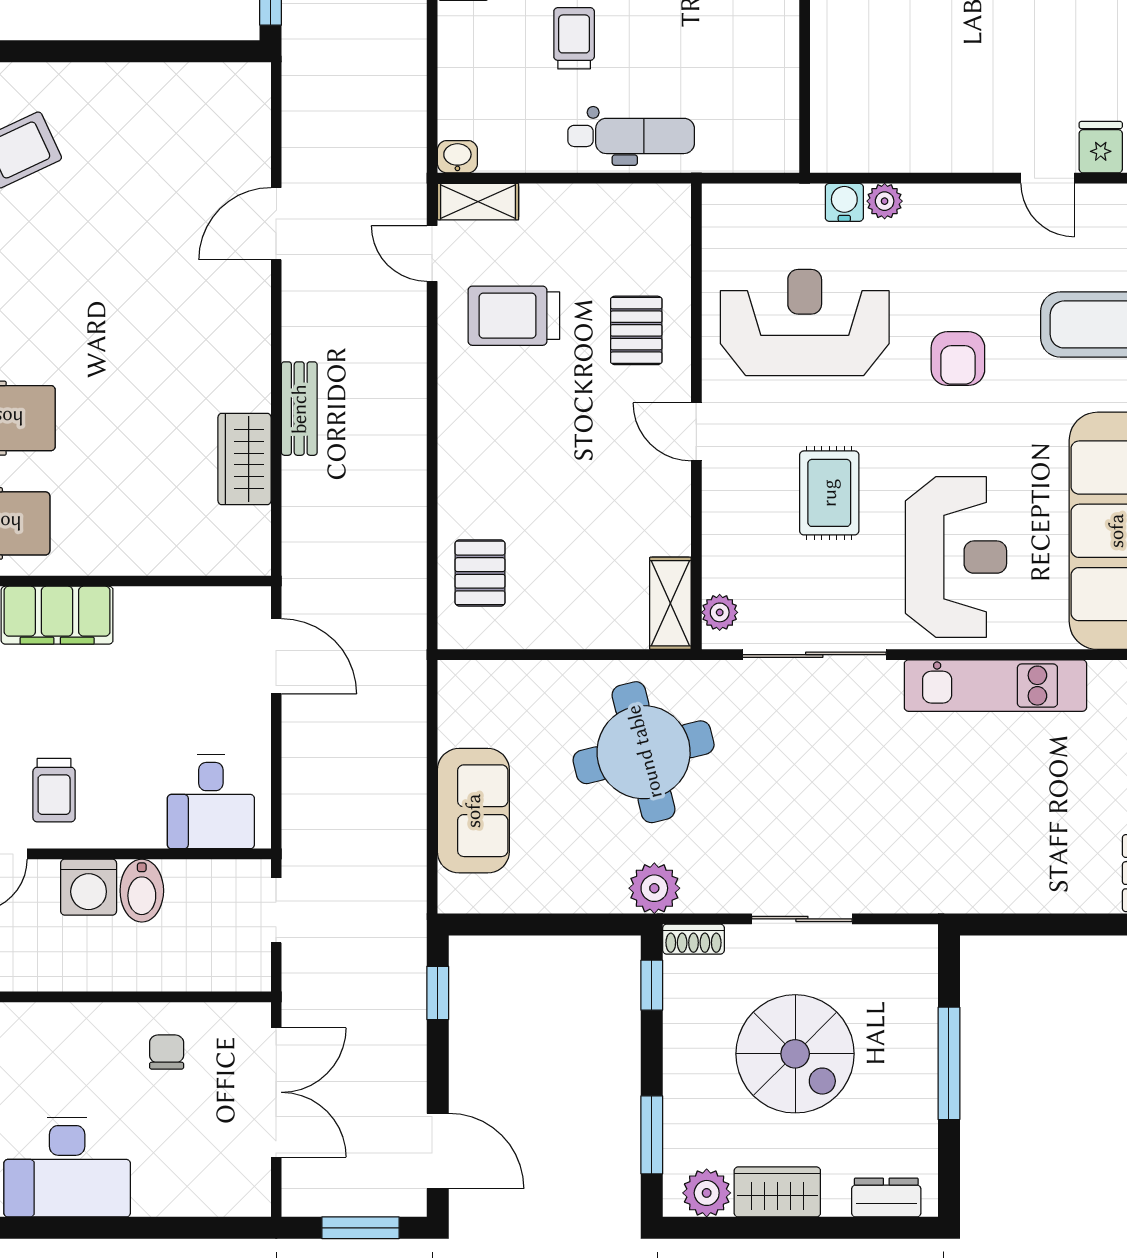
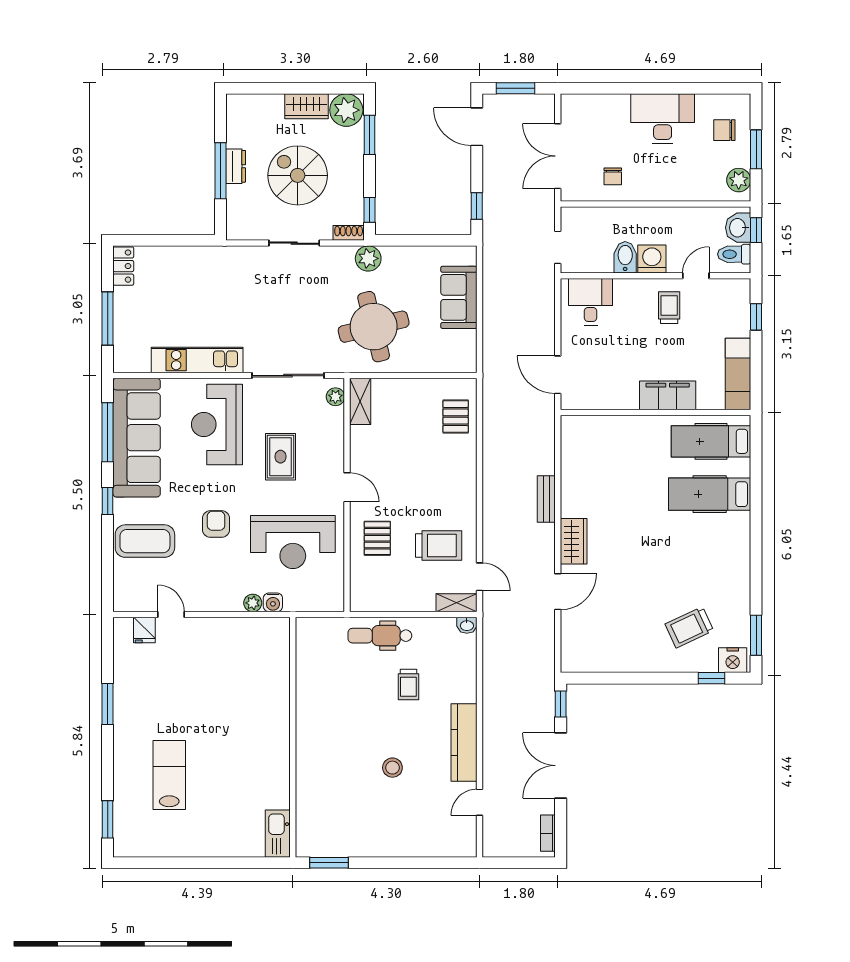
wardrobe: (244, 459) -> (574, 541), moved
plant: (707, 1193) -> (346, 110), width x1.36, depth x1.36
dresser: (886, 1197) -> (236, 166), moved, turned -90

